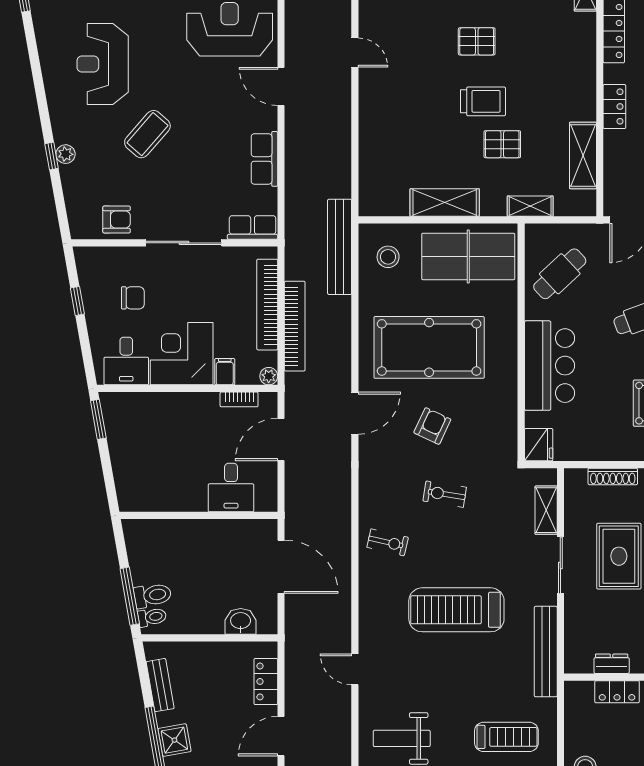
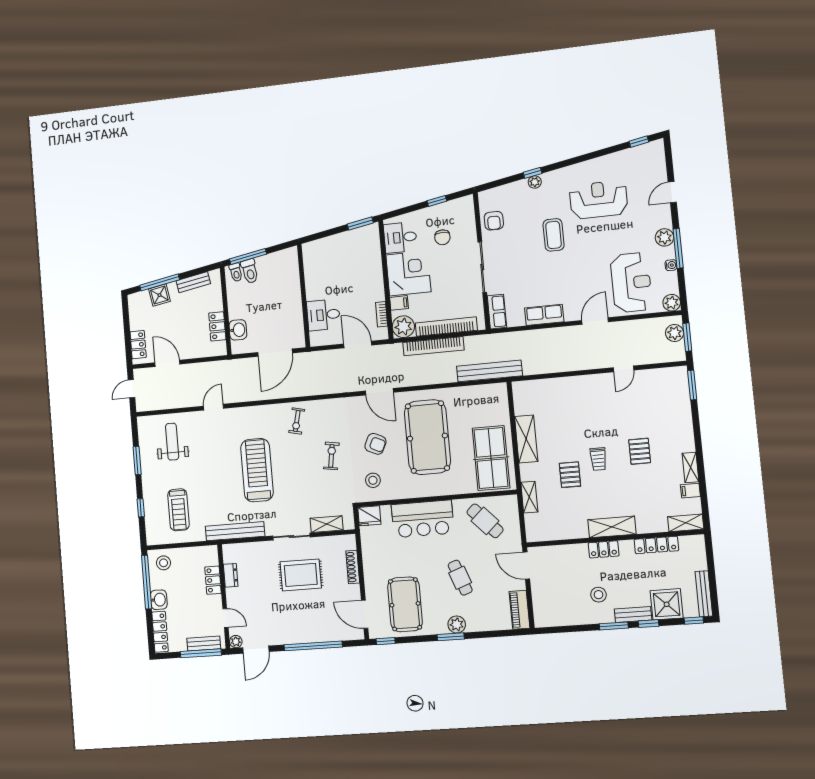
trolley: (483, 101) -> (598, 459), width x0.73, depth x0.72
coffee table: (147, 134) -> (554, 235), turned 49
shelving: (583, 155) -> (612, 527), moved
stool: (388, 257) -> (373, 480), moved
plant: (269, 376) -> (403, 327), width x1.87, depth x1.87
locker: (266, 681) -> (217, 326), moved, turned -90

